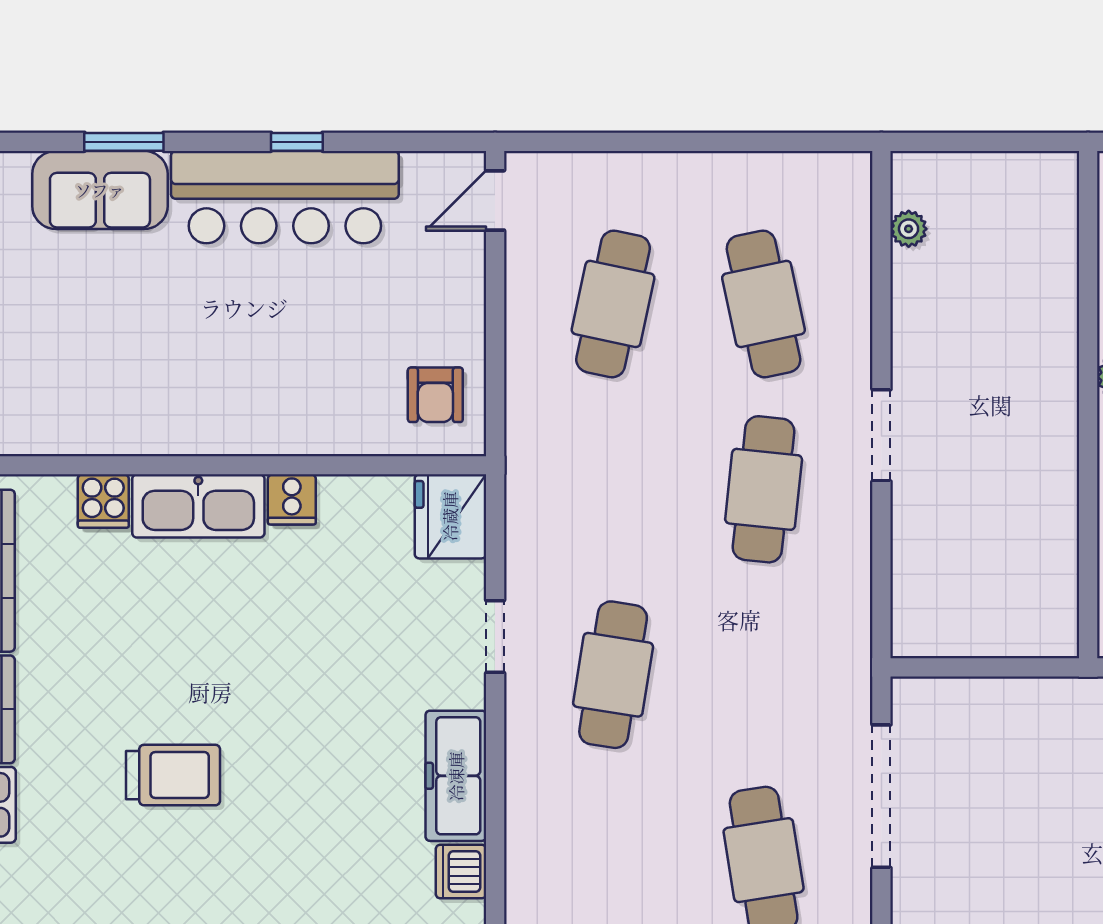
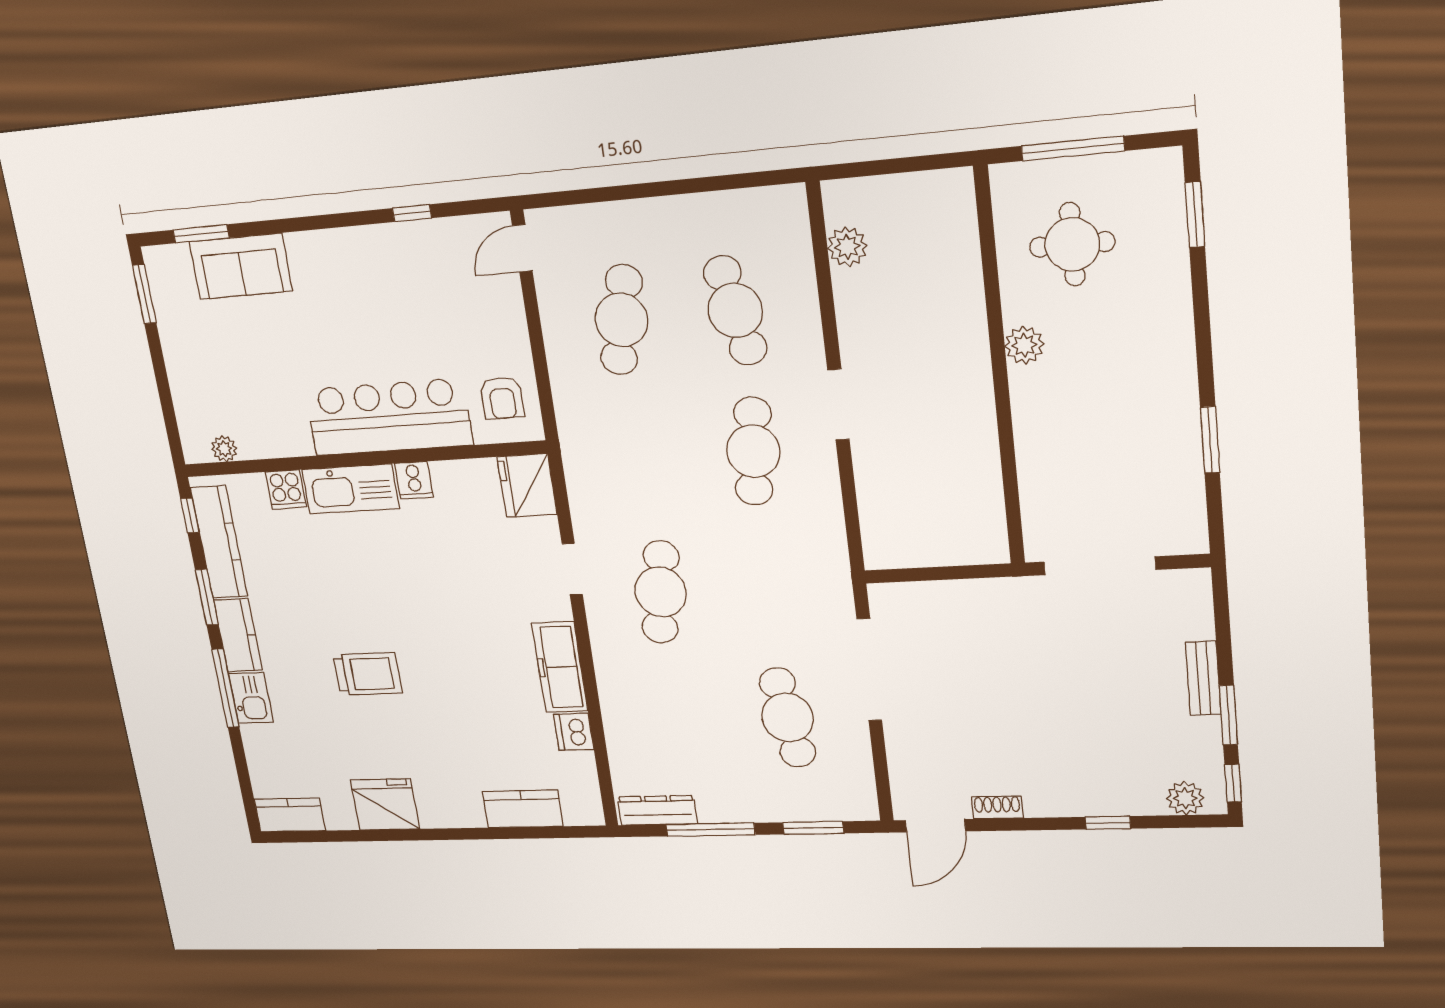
window: (124, 142) -> (201, 234), moved
window: (297, 142) -> (412, 213), moved
bar counter: (285, 197) -> (389, 417), moved, turned 180
plant: (909, 229) -> (847, 247), width x1.38, depth x1.38
plant: (24, 438) -> (224, 449), added

